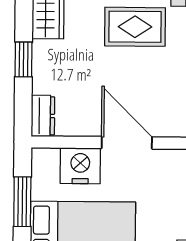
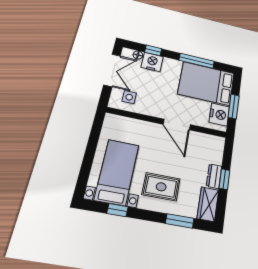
dresser: (43, 116) -> (214, 176), moved
nightstand: (80, 166) -> (219, 115), moved, turned -90

